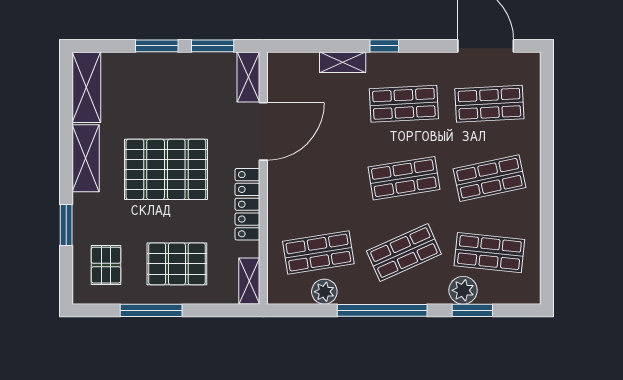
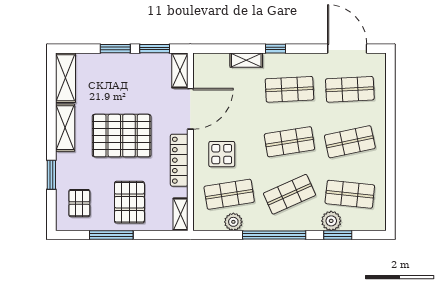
display table: (308, 196) -> (222, 154), added
pallet: (177, 264) -> (129, 202), turned 90

